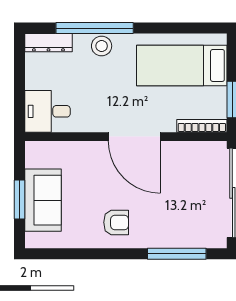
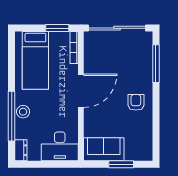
dresser: (48, 43) -> (21, 150), width x0.70
desk: (47, 111) -> (60, 146), width x1.37
sofa: (43, 200) -> (104, 149), moved

